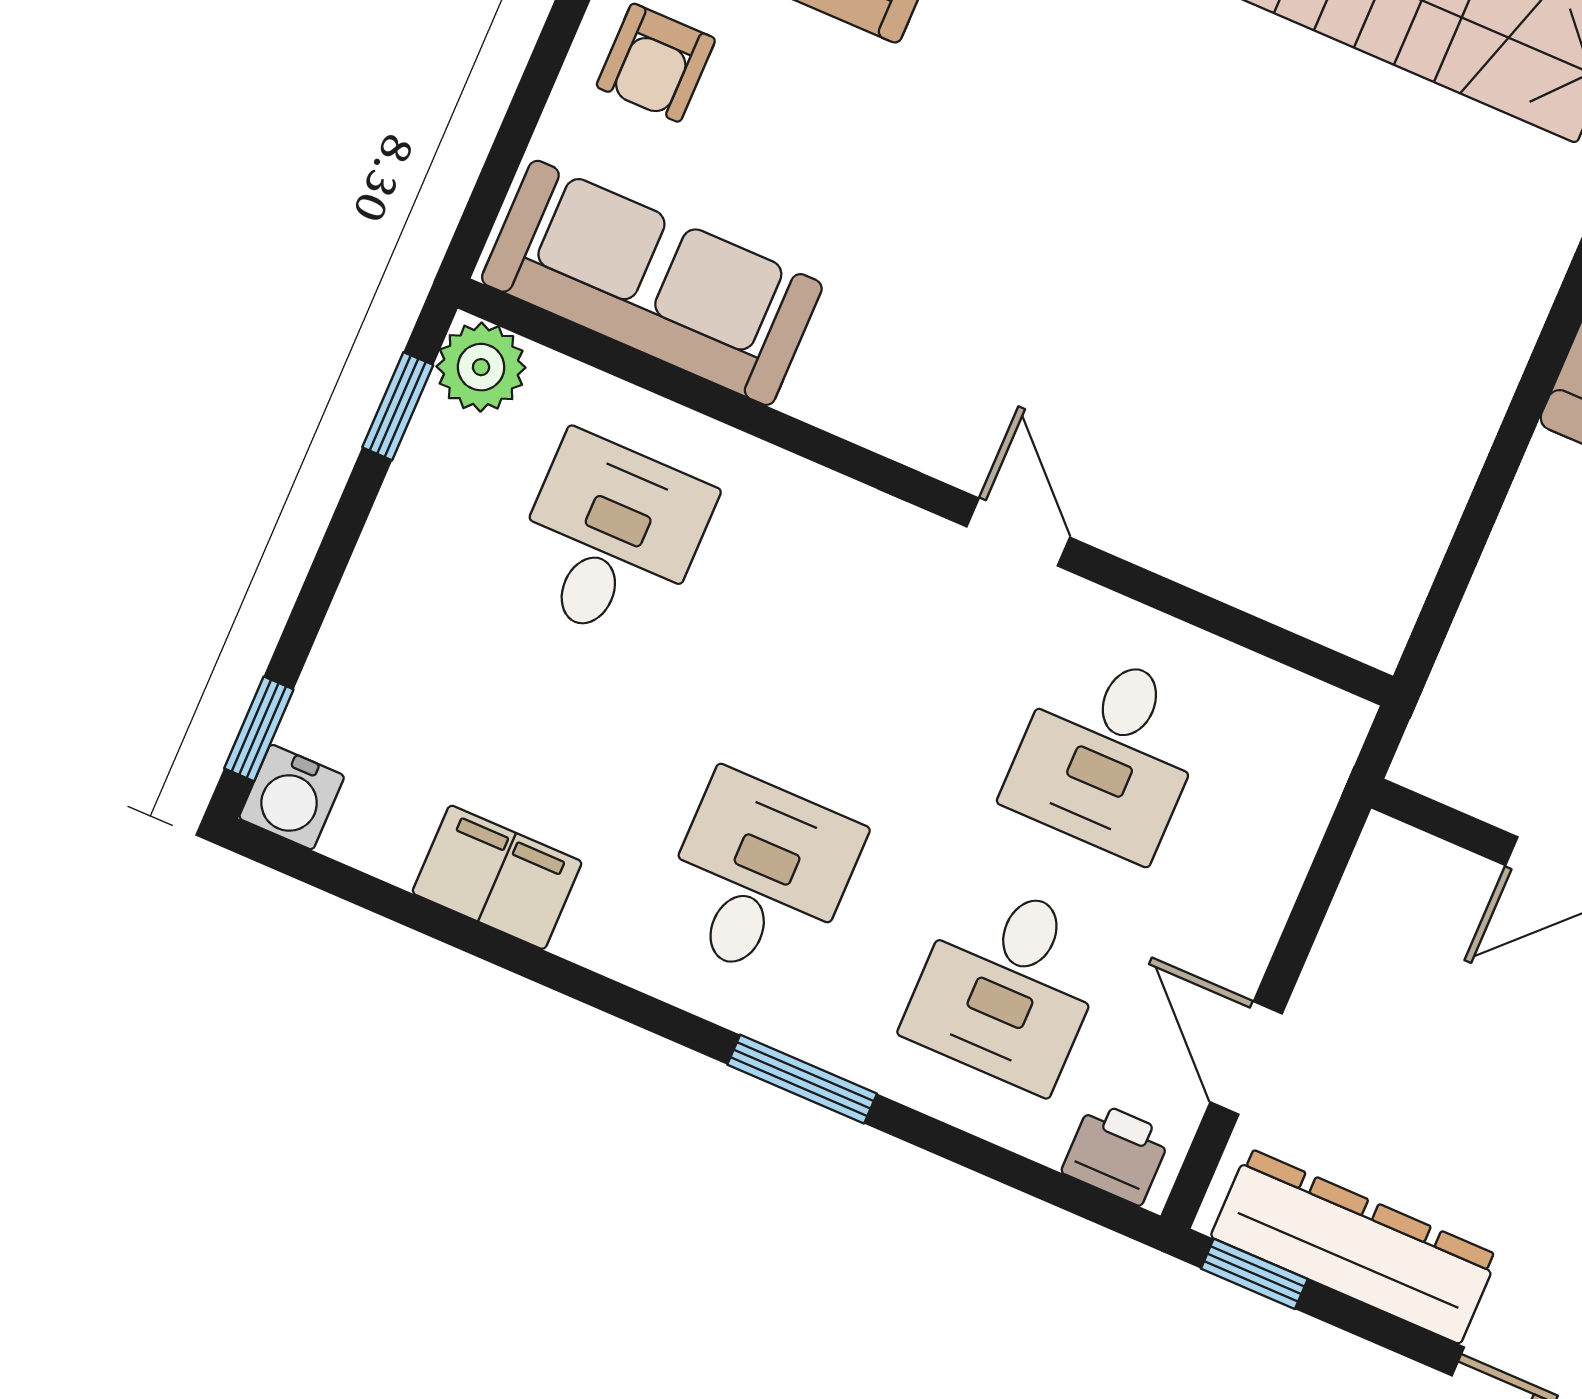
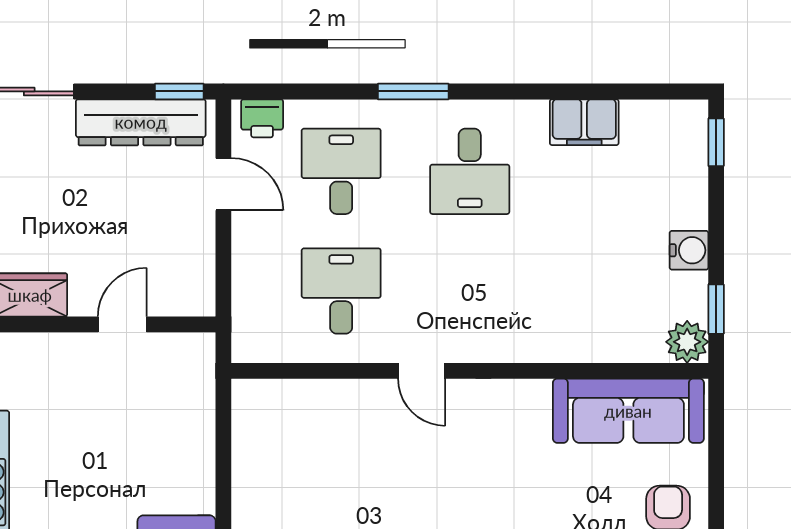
desk: (610, 539) -> (598, 291), removed
water cooler: (292, 797) -> (689, 250), moved, turned 90

